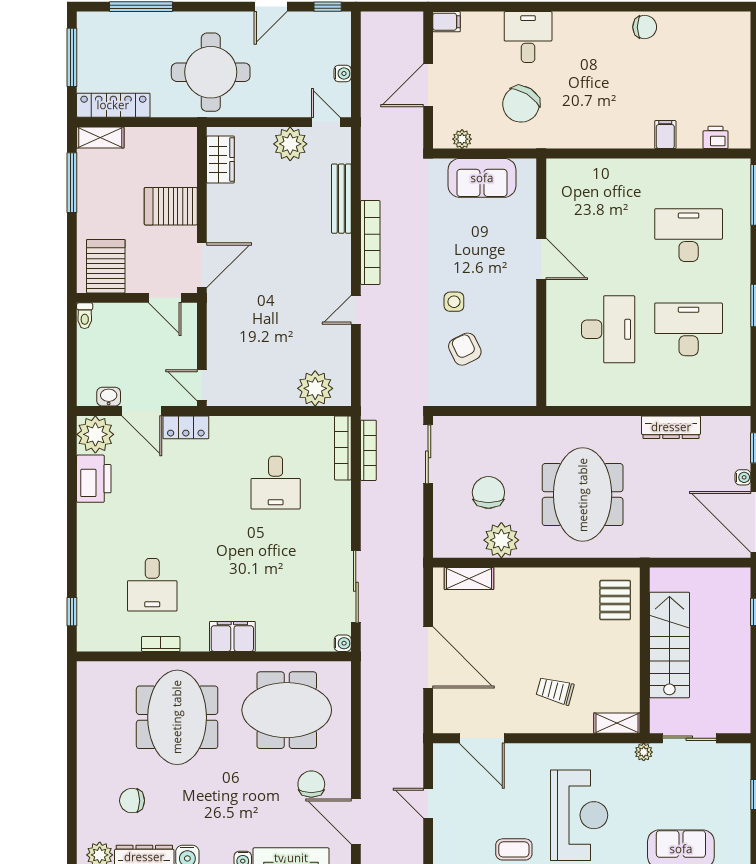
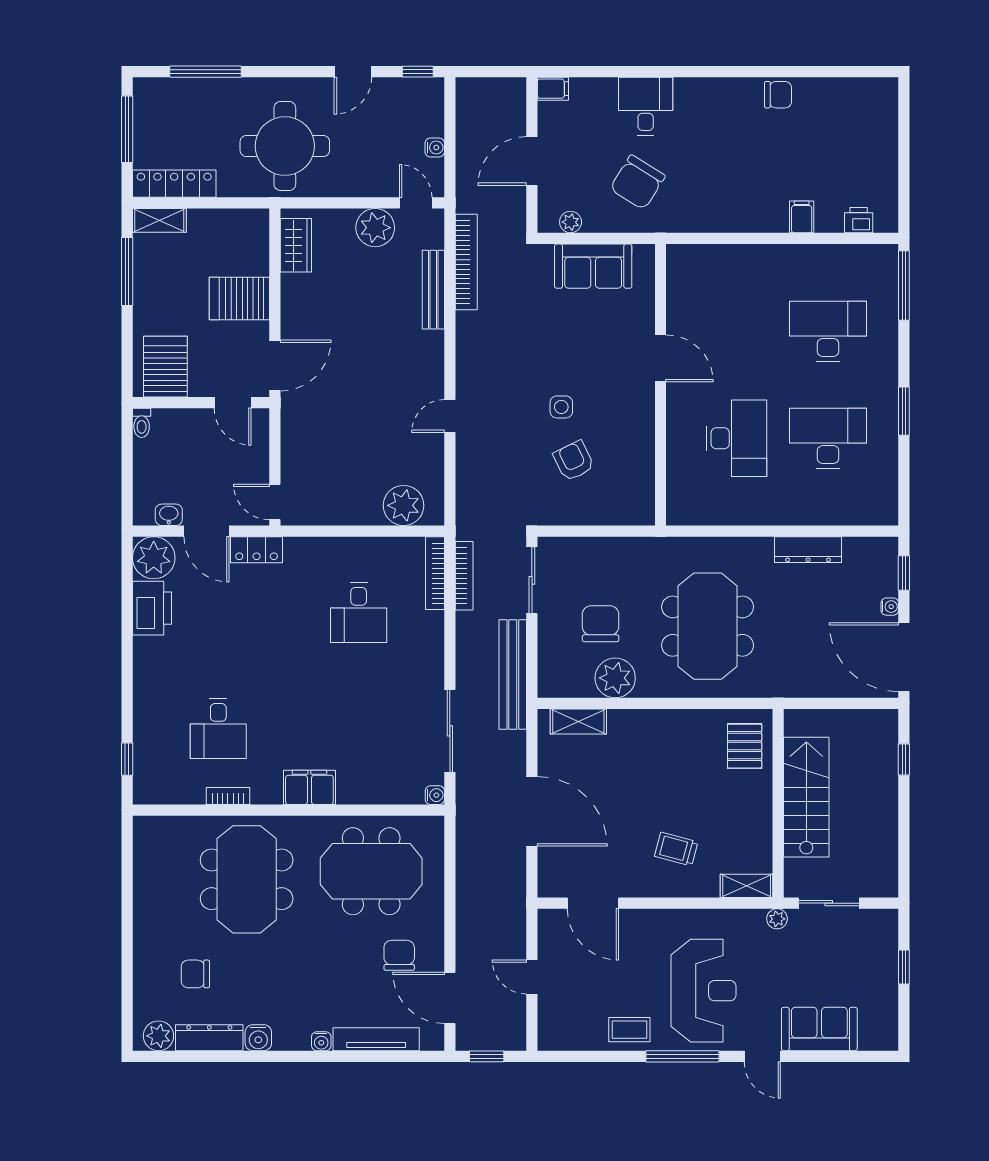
bookcase: (370, 242) -> (466, 262), moved
bench: (411, 537) -> (513, 675), added

